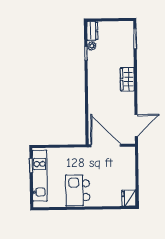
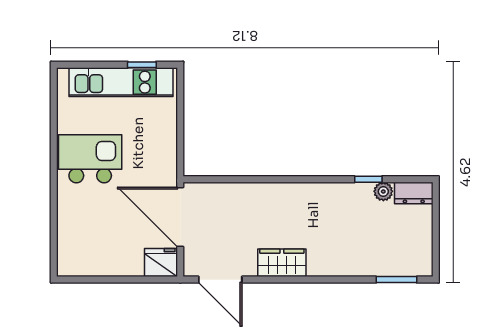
wardrobe: (127, 79) -> (282, 263), moved
door: (106, 146) -> (180, 217), swing flipped
fridge: (129, 198) -> (161, 263), moved

